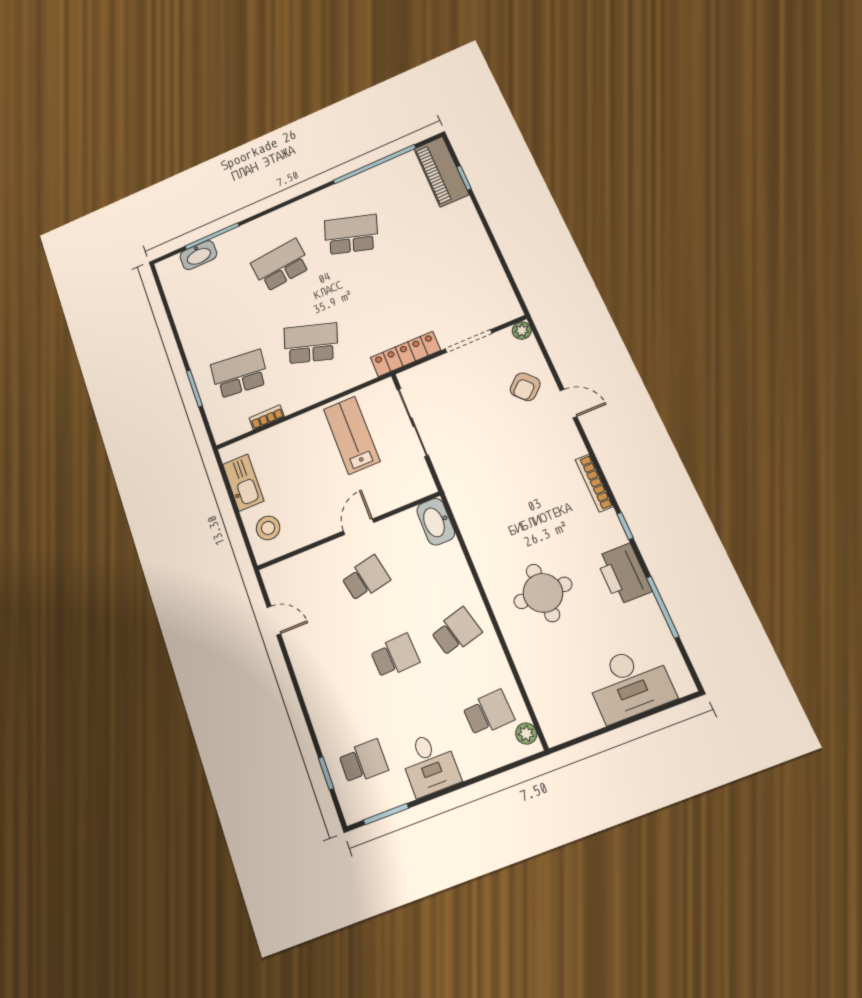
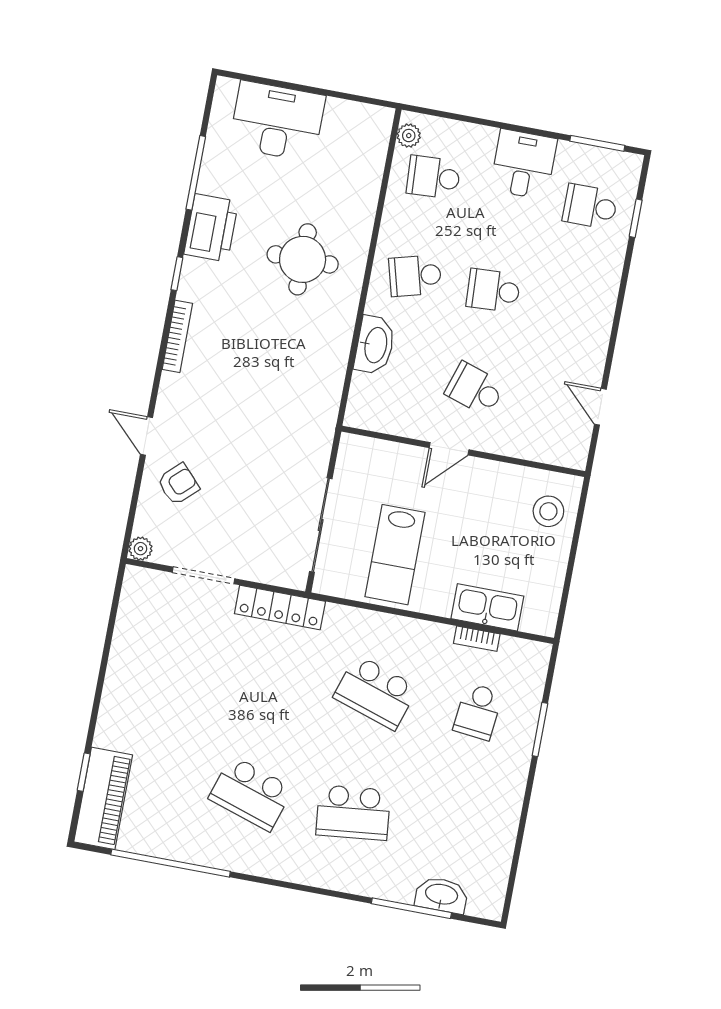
school desk: (239, 374) -> (478, 712), width x0.54
kitchen sink: (243, 483) -> (487, 607), moved, turned 90
washbasin: (436, 522) -> (375, 345), moved
school desk: (366, 578) -> (475, 389), turned 30

